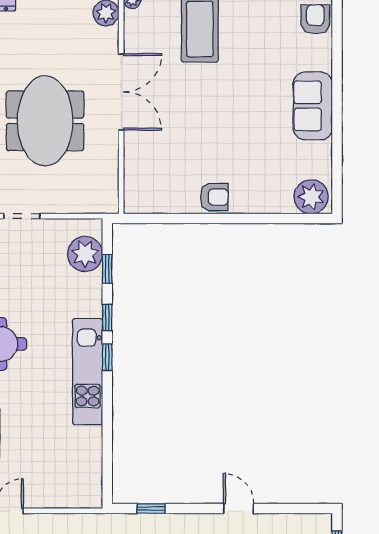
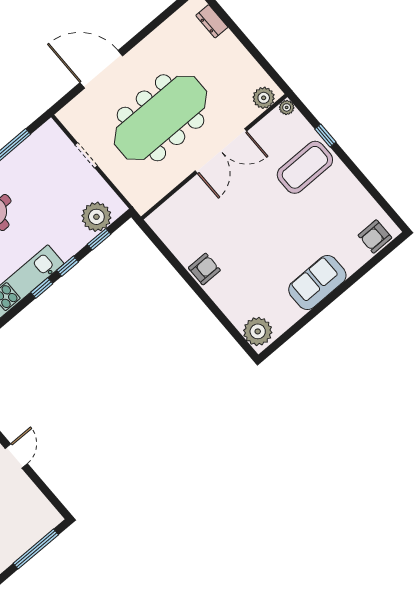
armchair: (315, 19) -> (375, 236), turned 180
meeting table: (45, 121) -> (160, 118), width x1.36
armchair: (214, 197) -> (204, 269), turned -90

